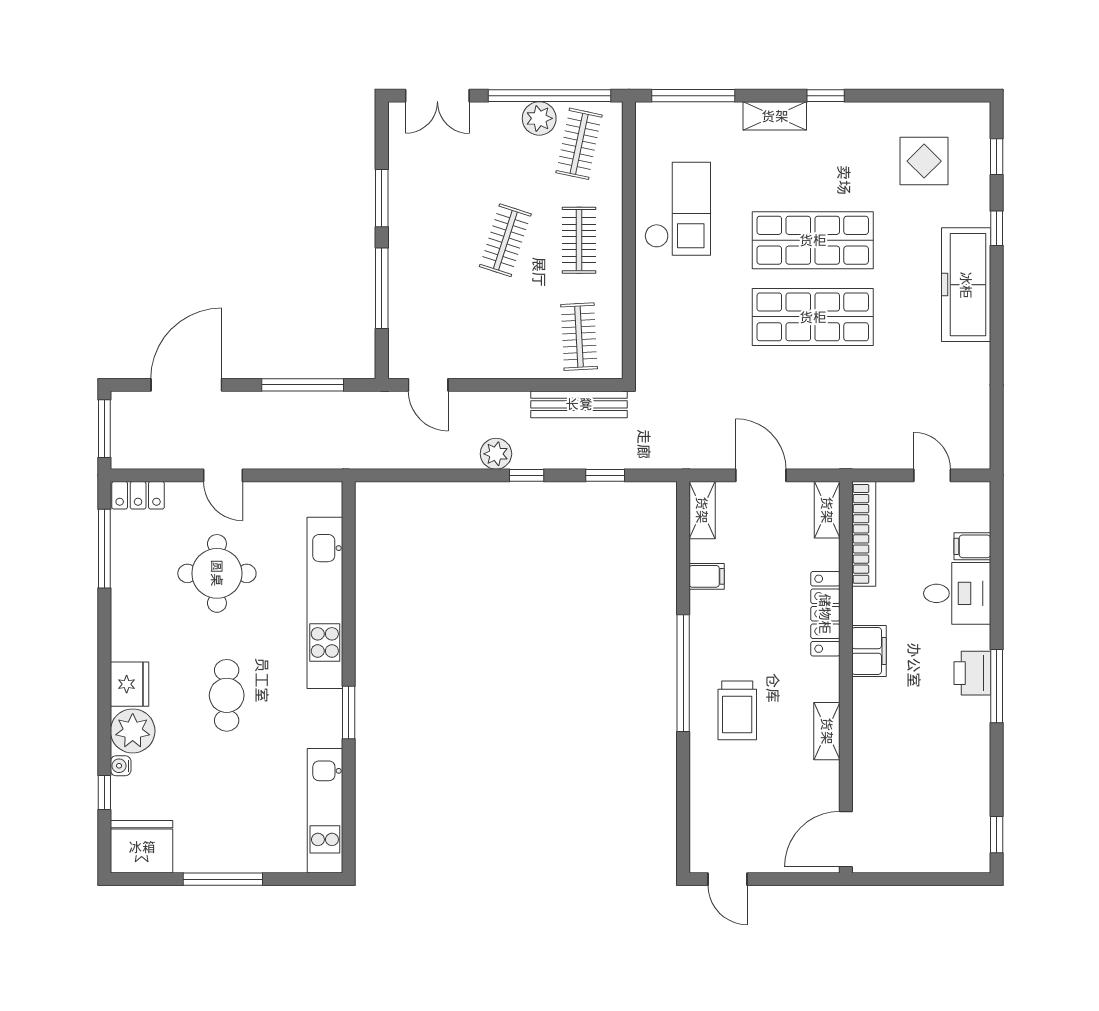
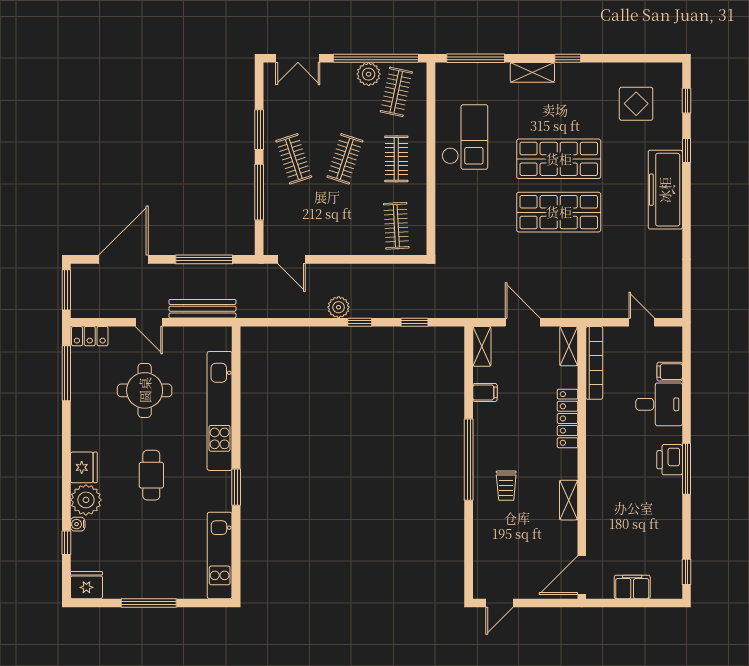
clothes rail: (432, 240) -> (294, 159), added
bench: (579, 404) -> (202, 309), moved
filing cabinet: (869, 651) -> (632, 587), moved, turned -90
trolley: (737, 710) -> (506, 486), width x0.73, depth x0.72
fridge: (142, 847) -> (86, 585), width x0.73, depth x0.75
door: (727, 879) -> (499, 603), hinge flipped

